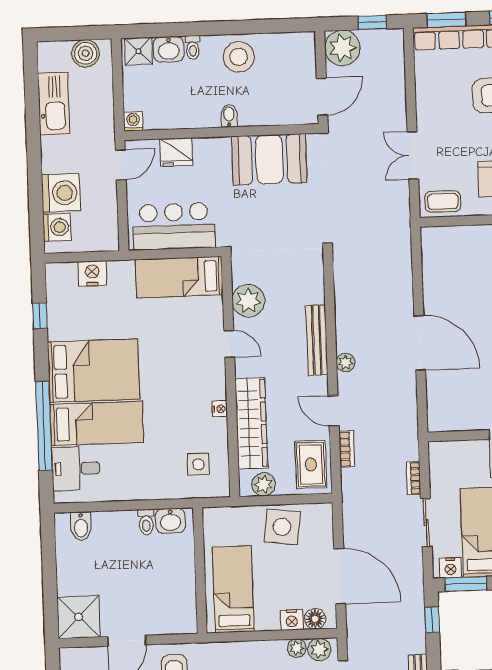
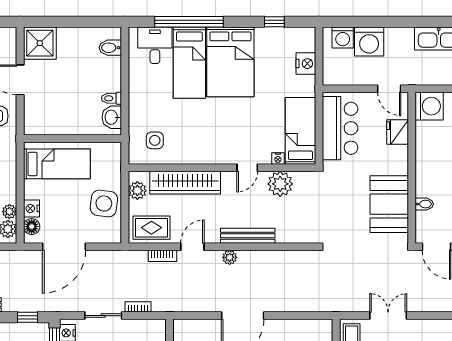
bidet: (229, 116) -> (424, 204), moved
washing machine: (133, 121) -> (429, 106), width x1.89, depth x1.89
nightstand: (220, 409) -> (278, 159), moved

